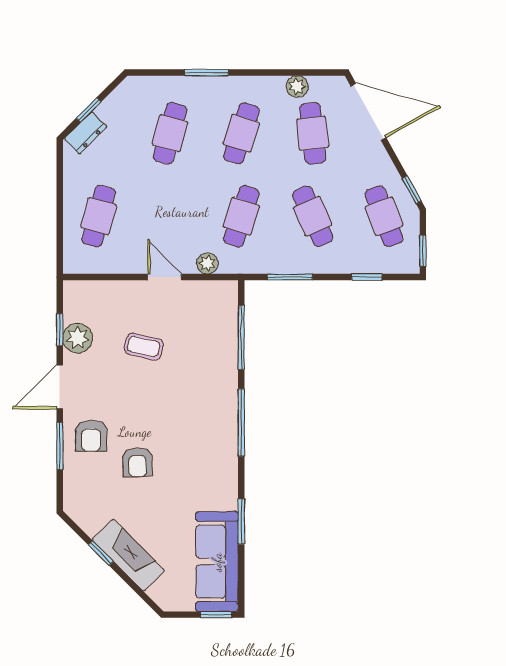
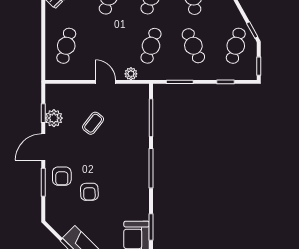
cafe table: (384, 216) -> (236, 46), turned 36
coffee table: (144, 347) -> (93, 123), turned -65

